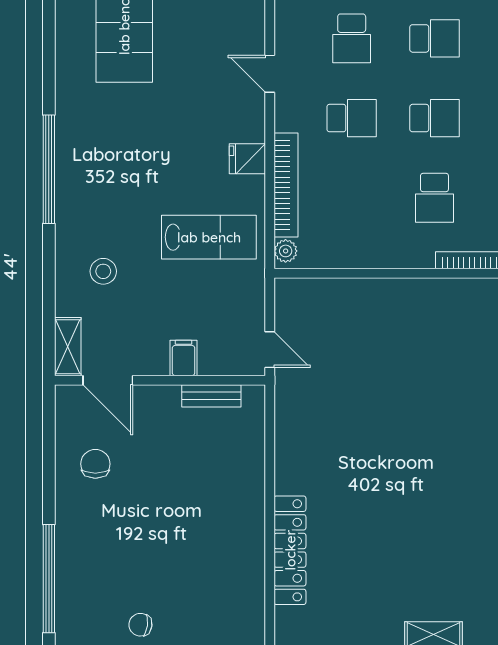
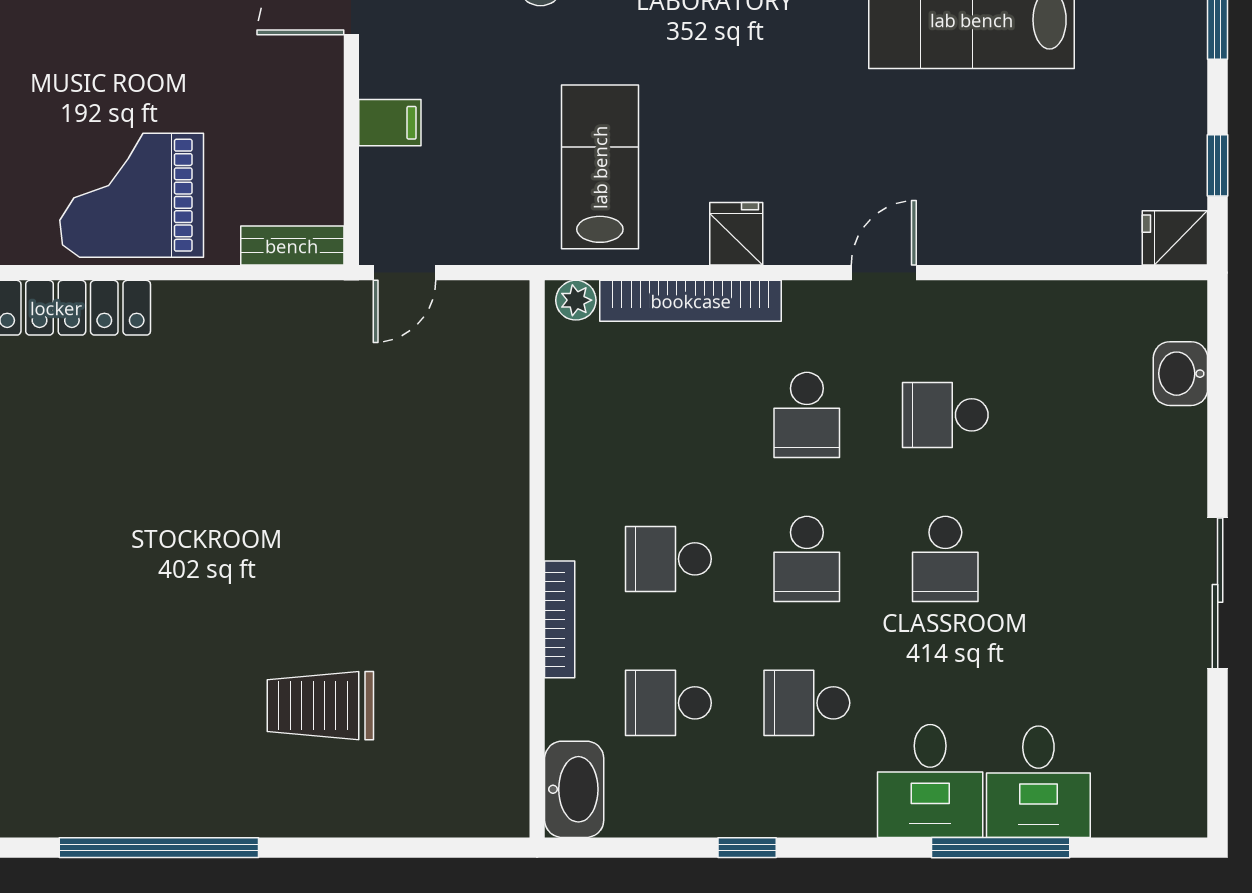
lab bench: (209, 237) -> (600, 167), turned 180
bench: (211, 396) -> (292, 246), moved, turned 90
grand piano: (225, 507) -> (132, 195), added

